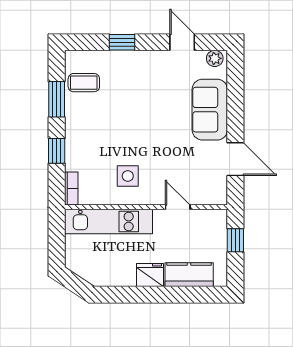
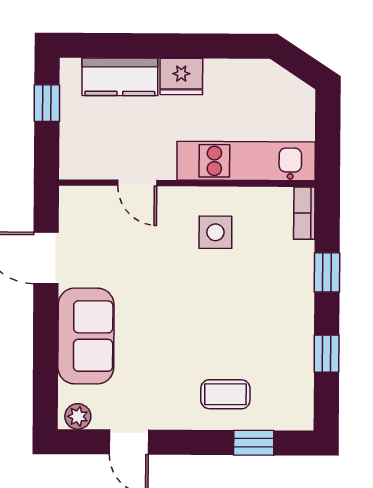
window: (122, 42) -> (254, 443), moved
coffee table: (84, 83) -> (225, 394), moved
window: (57, 99) -> (327, 354), width x0.67
window: (235, 240) -> (47, 103), moved

